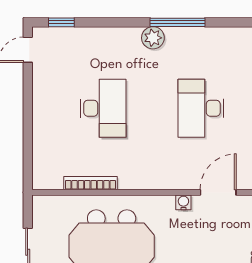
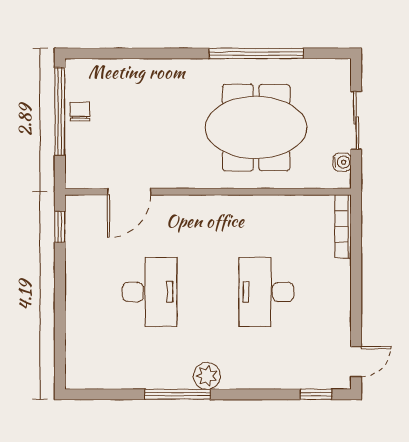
bookcase: (91, 183) -> (343, 226), moved, turned 90
water cooler: (183, 202) -> (342, 162), moved, turned -90

